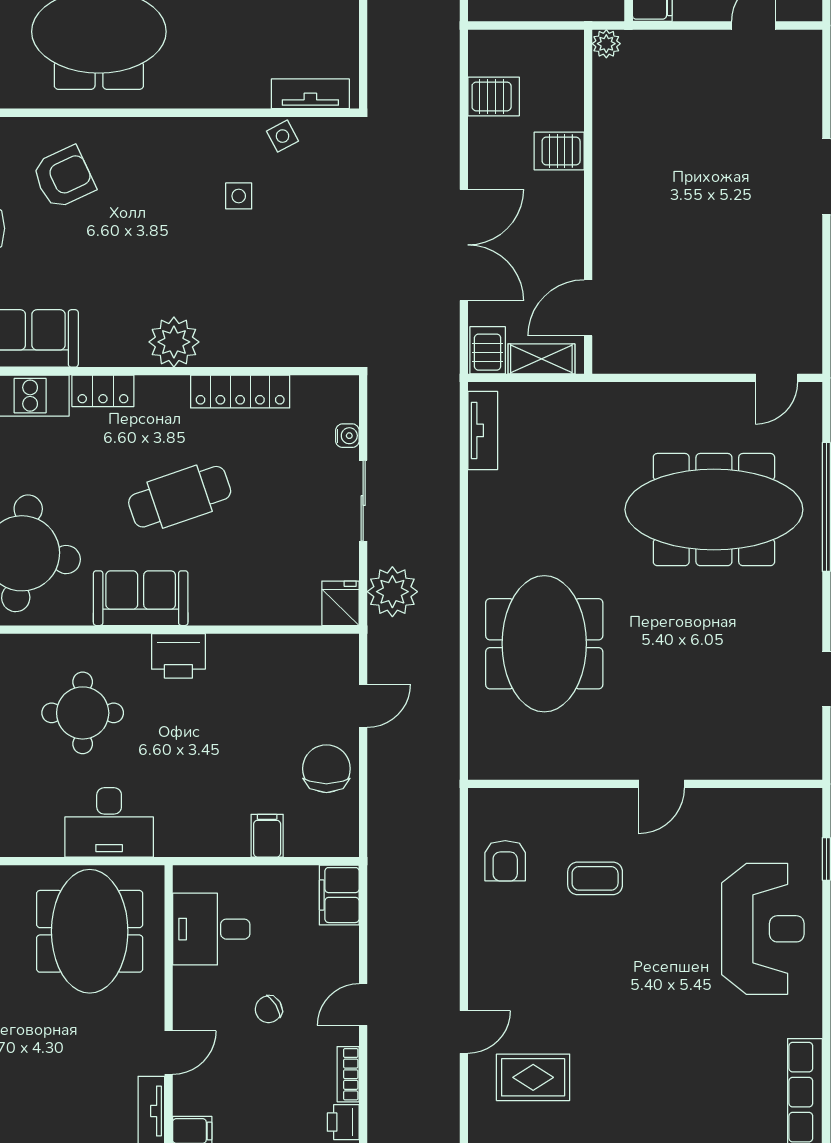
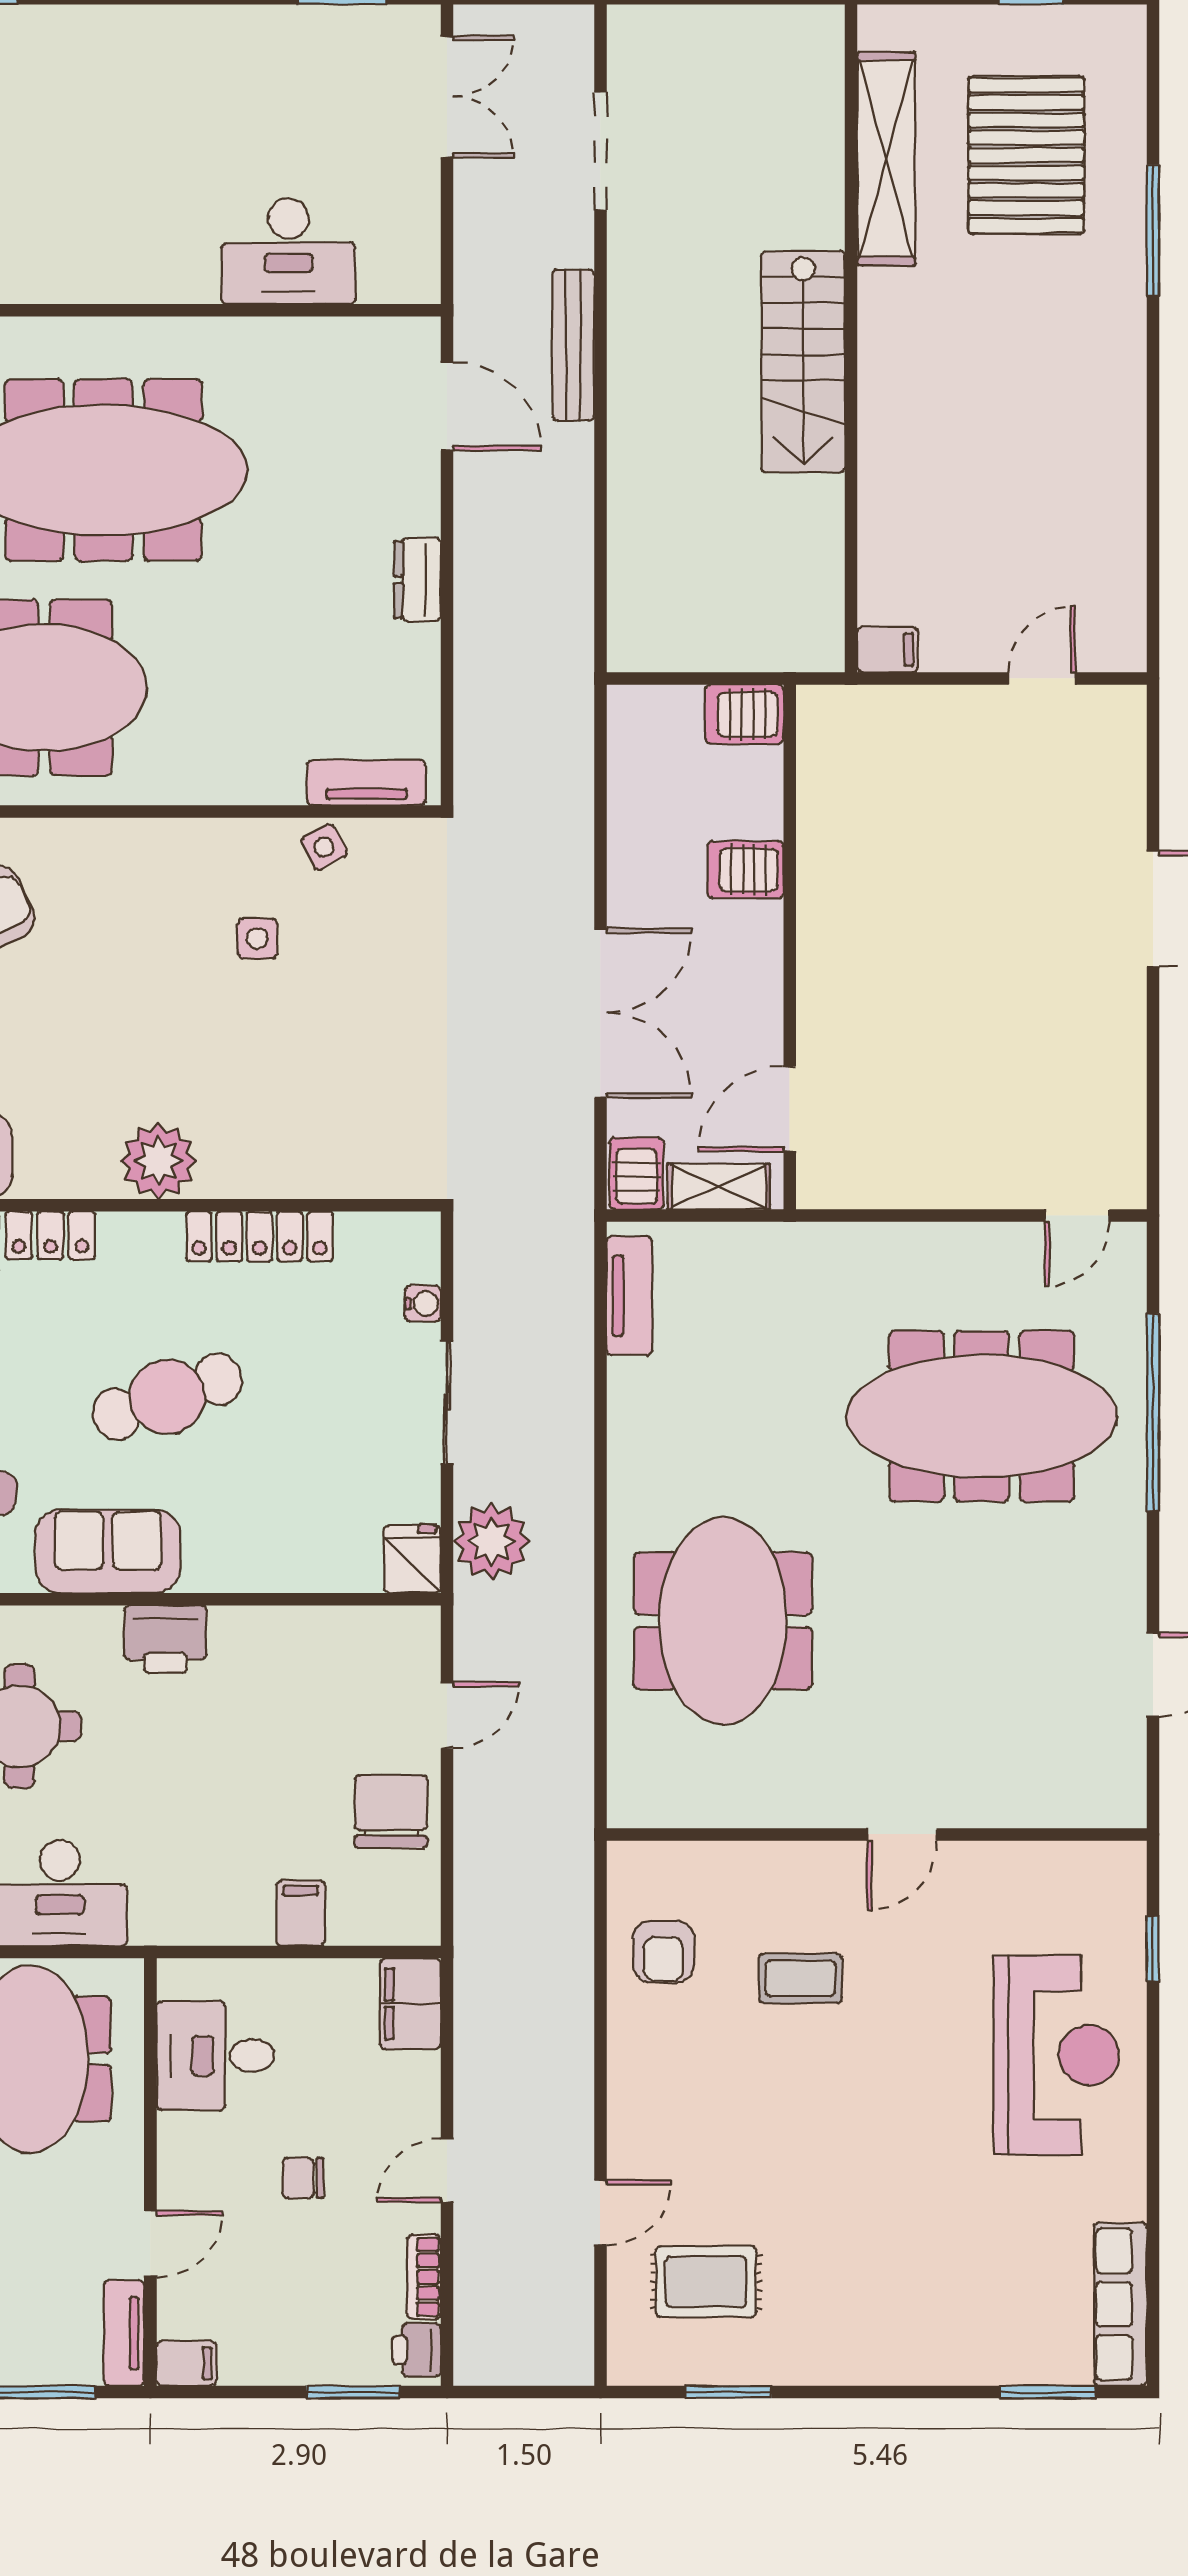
plant: (606, 44) -> (818, 706), removed
server rack: (494, 96) -> (744, 714), moved, turned 180
chair: (269, 1009) -> (303, 2178), turned 31

